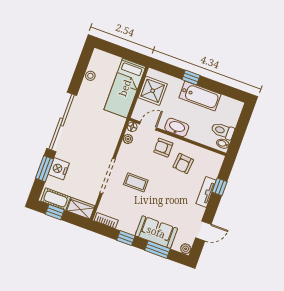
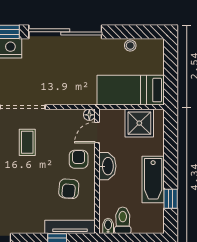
window: (191, 77) -> (171, 199), moved
door: (148, 126) -> (97, 133), swing flipped
plant: (128, 139) -> (74, 115), removed
armchair: (183, 163) -> (69, 189), turned -90
tv unit: (206, 192) -> (70, 227), moved, width x1.41

